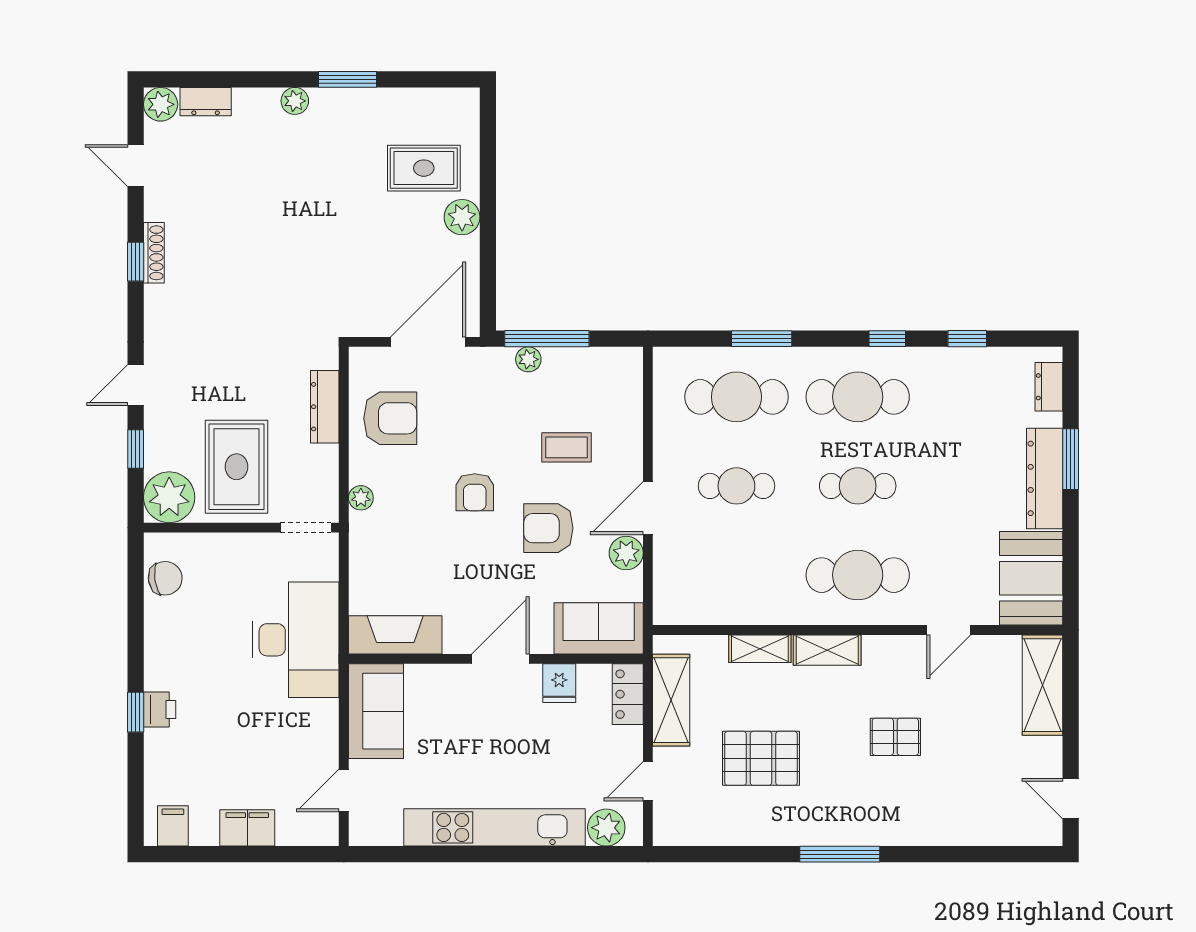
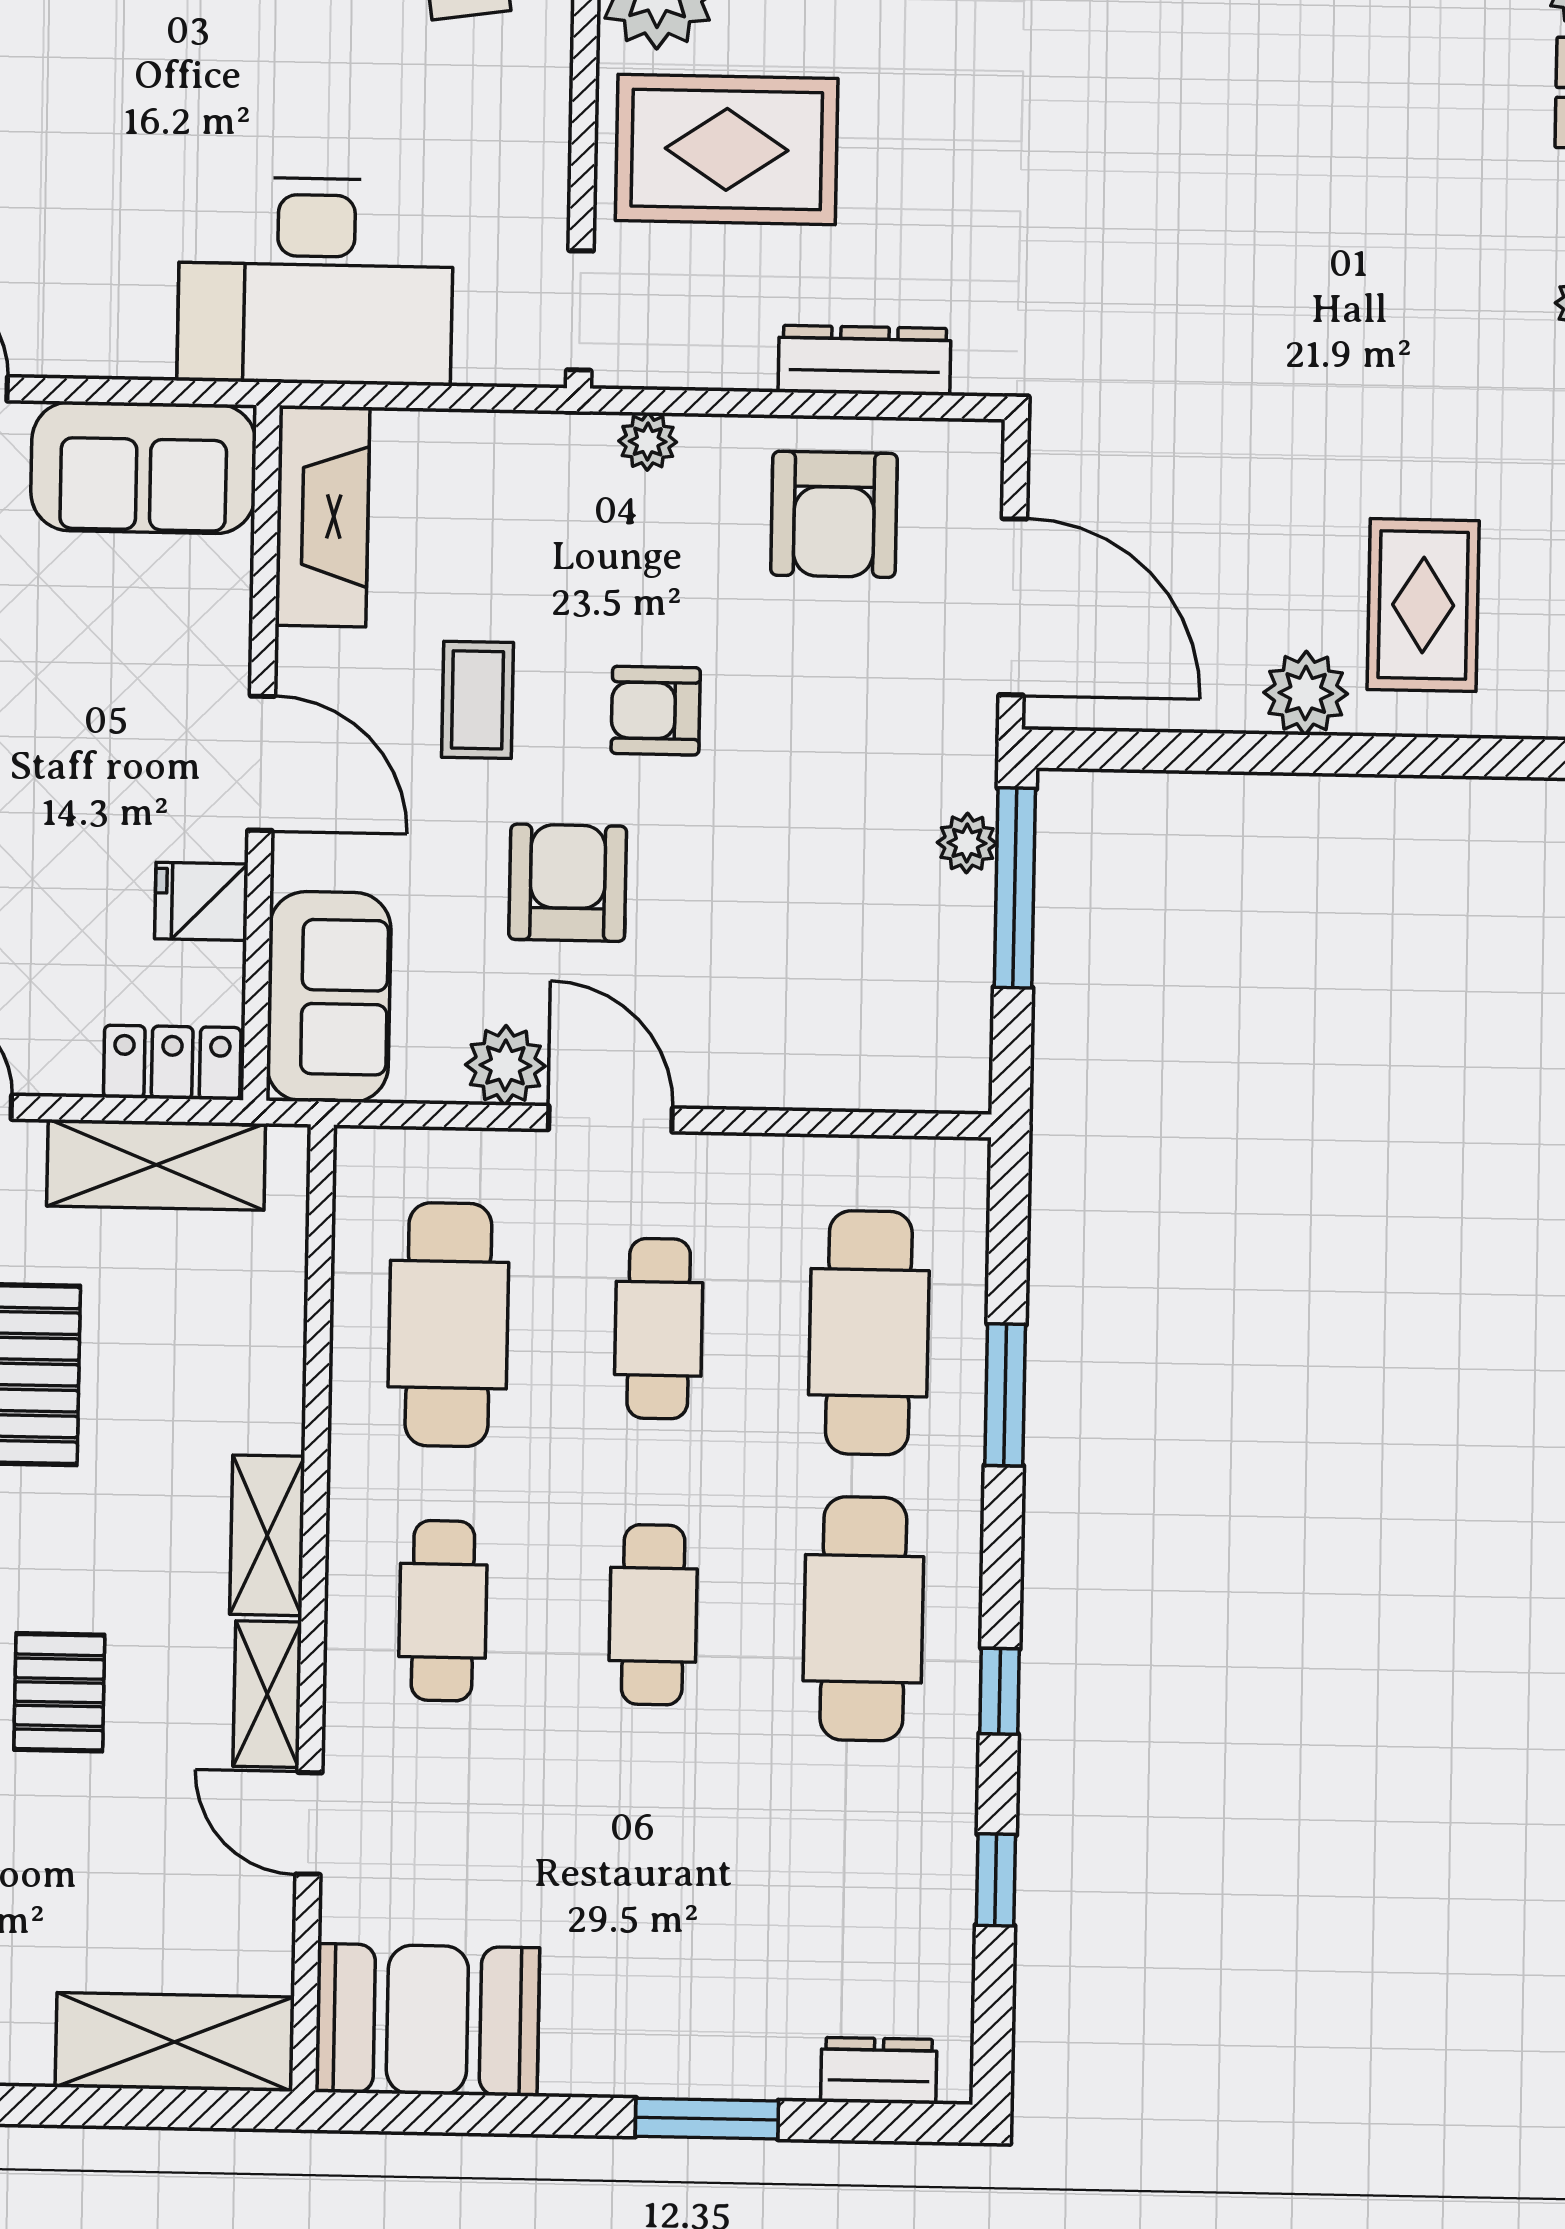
coffee table: (567, 447) -> (478, 700), moved
dresser: (1045, 478) -> (663, 2056), removed
cafe table: (736, 575) -> (448, 1325), added
cafe table: (858, 575) -> (443, 1611), width x0.73, depth x0.74
shelving: (760, 649) -> (267, 1694), moved

